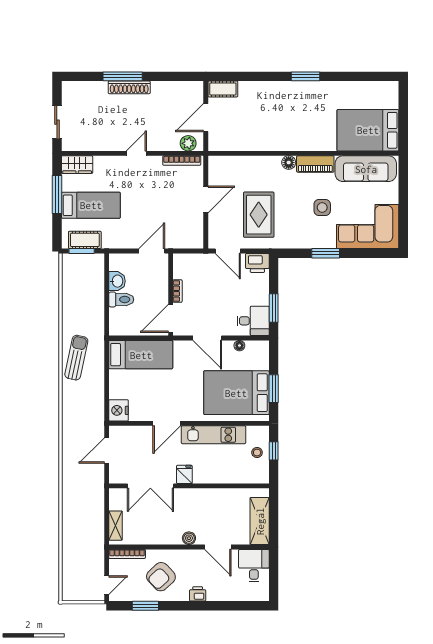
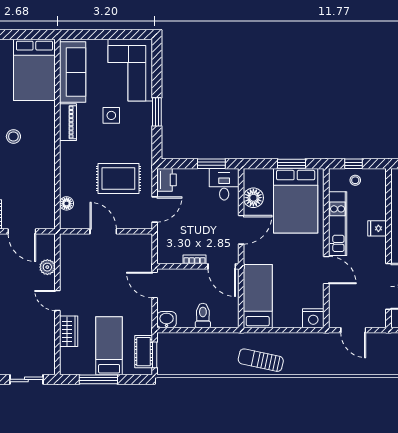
stool: (301, 109) -> (13, 137), added
plant: (188, 143) -> (47, 267), moved
bookcase: (182, 161) -> (65, 255), removed
floor lamp: (289, 163) -> (67, 203), moved
wardrobe: (77, 165) -> (69, 331), moved
washbasin: (117, 281) -> (167, 320), moved
floor lamp: (239, 346) -> (253, 198), width x1.89, depth x1.89
fridge: (184, 474) -> (377, 228), moved

